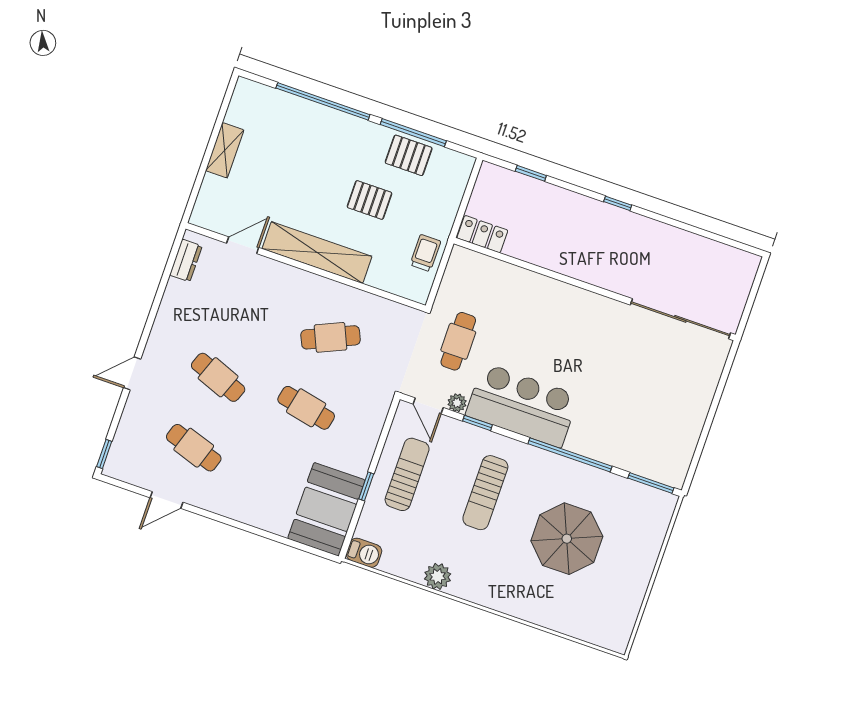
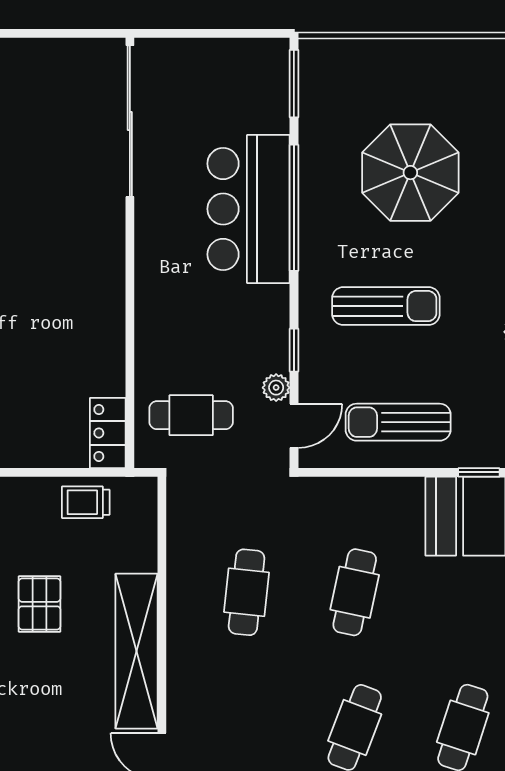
locker: (482, 234) -> (108, 433), moved
wall: (595, 289) -> (130, 253), moved
sliding door: (680, 319) -> (130, 121), moved
cafe table: (331, 337) -> (247, 592), turned 30
bar counter: (522, 405) -> (249, 209), moved
window: (366, 486) -> (479, 472), moved

